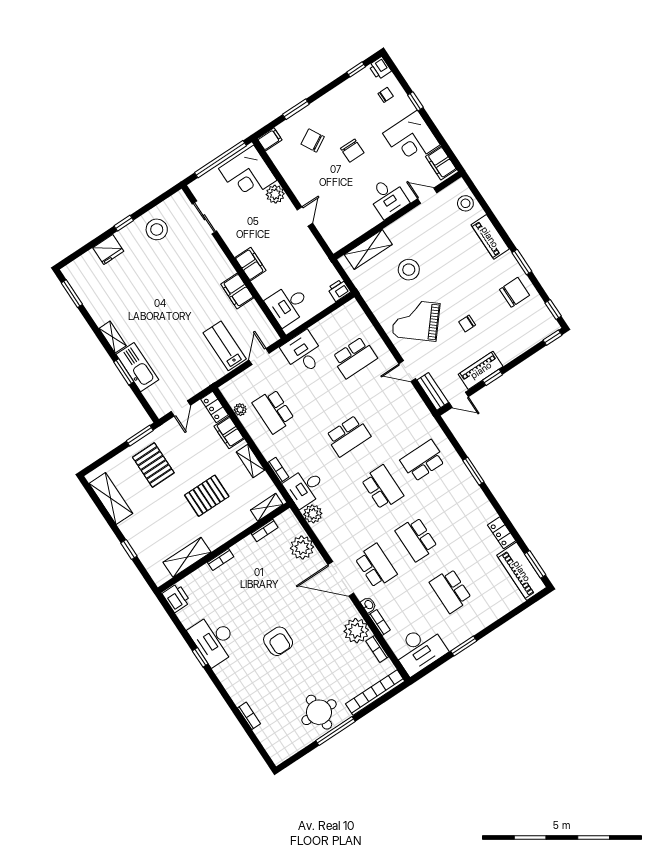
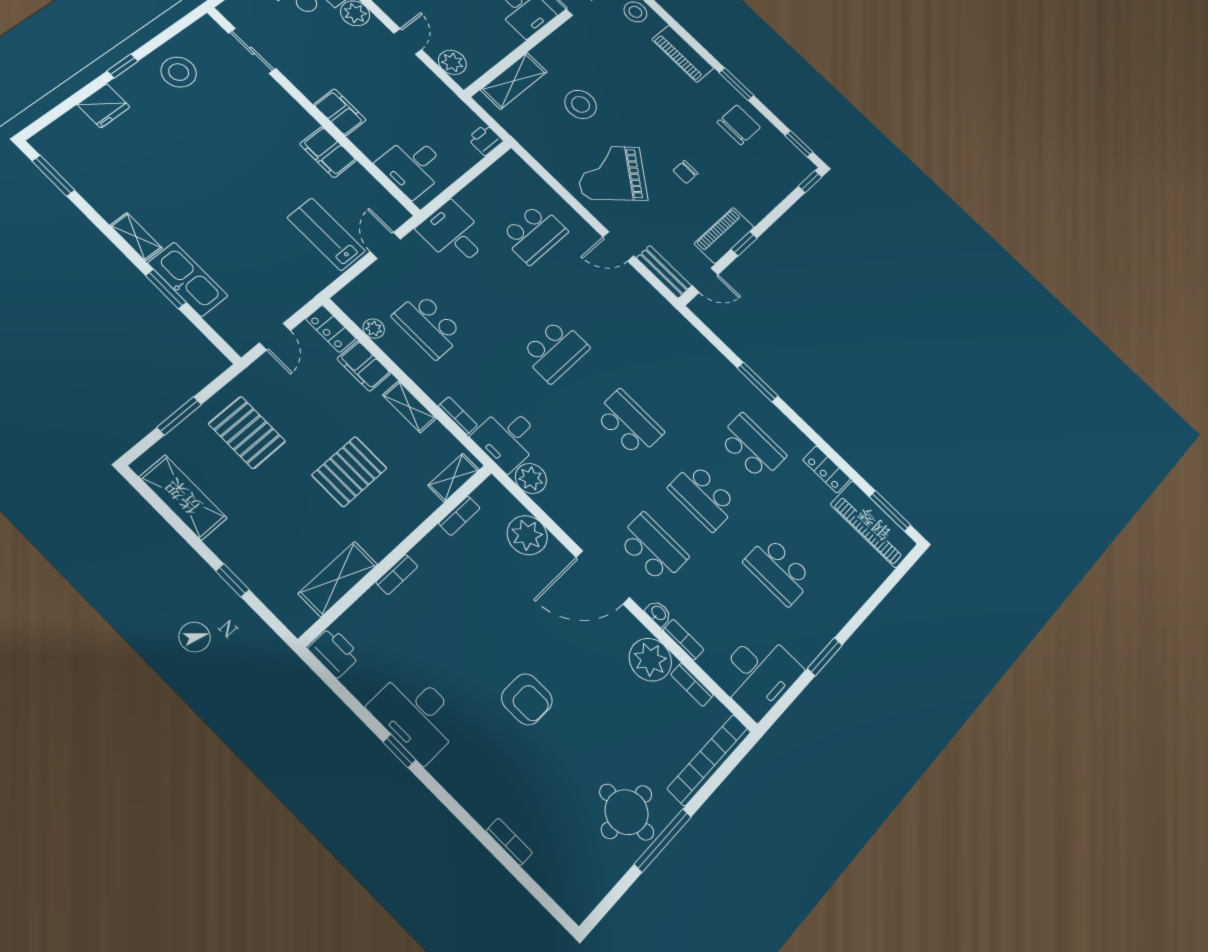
plant: (331, 233) -> (452, 62), added
window: (140, 436) -> (179, 416), moved
school desk: (423, 461) -> (752, 447), moved, turned 90

